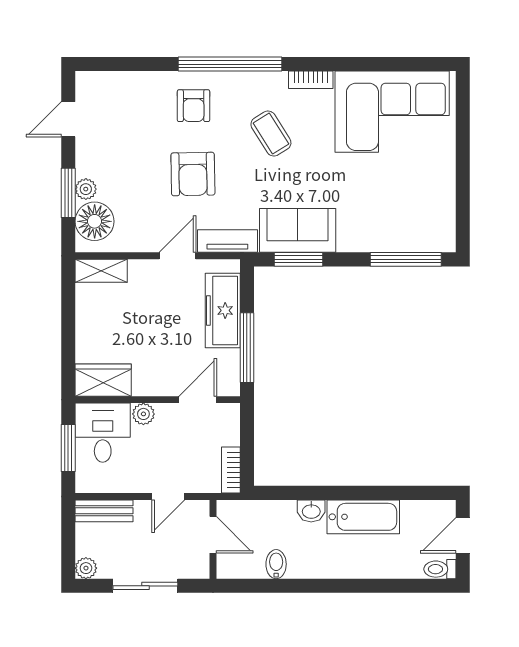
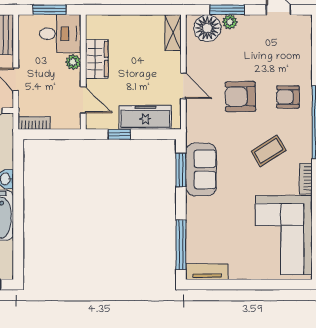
tv unit: (227, 241) -> (207, 272), moved, turned -90
window: (247, 348) -> (119, 134), width x0.46
wardrobe: (103, 380) -> (97, 59), moved

